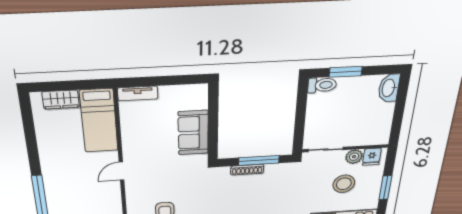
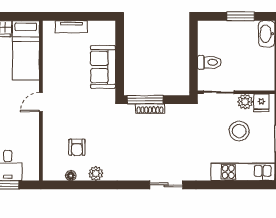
window: (346, 72) -> (241, 16), moved
toilet: (322, 85) -> (209, 62), moved
tv unit: (138, 93) -> (71, 27), moved
window: (259, 160) -> (145, 100), moved

